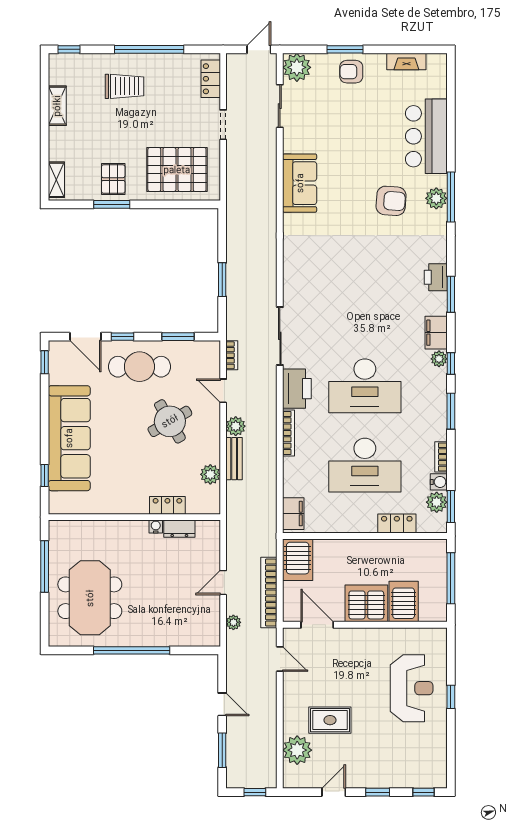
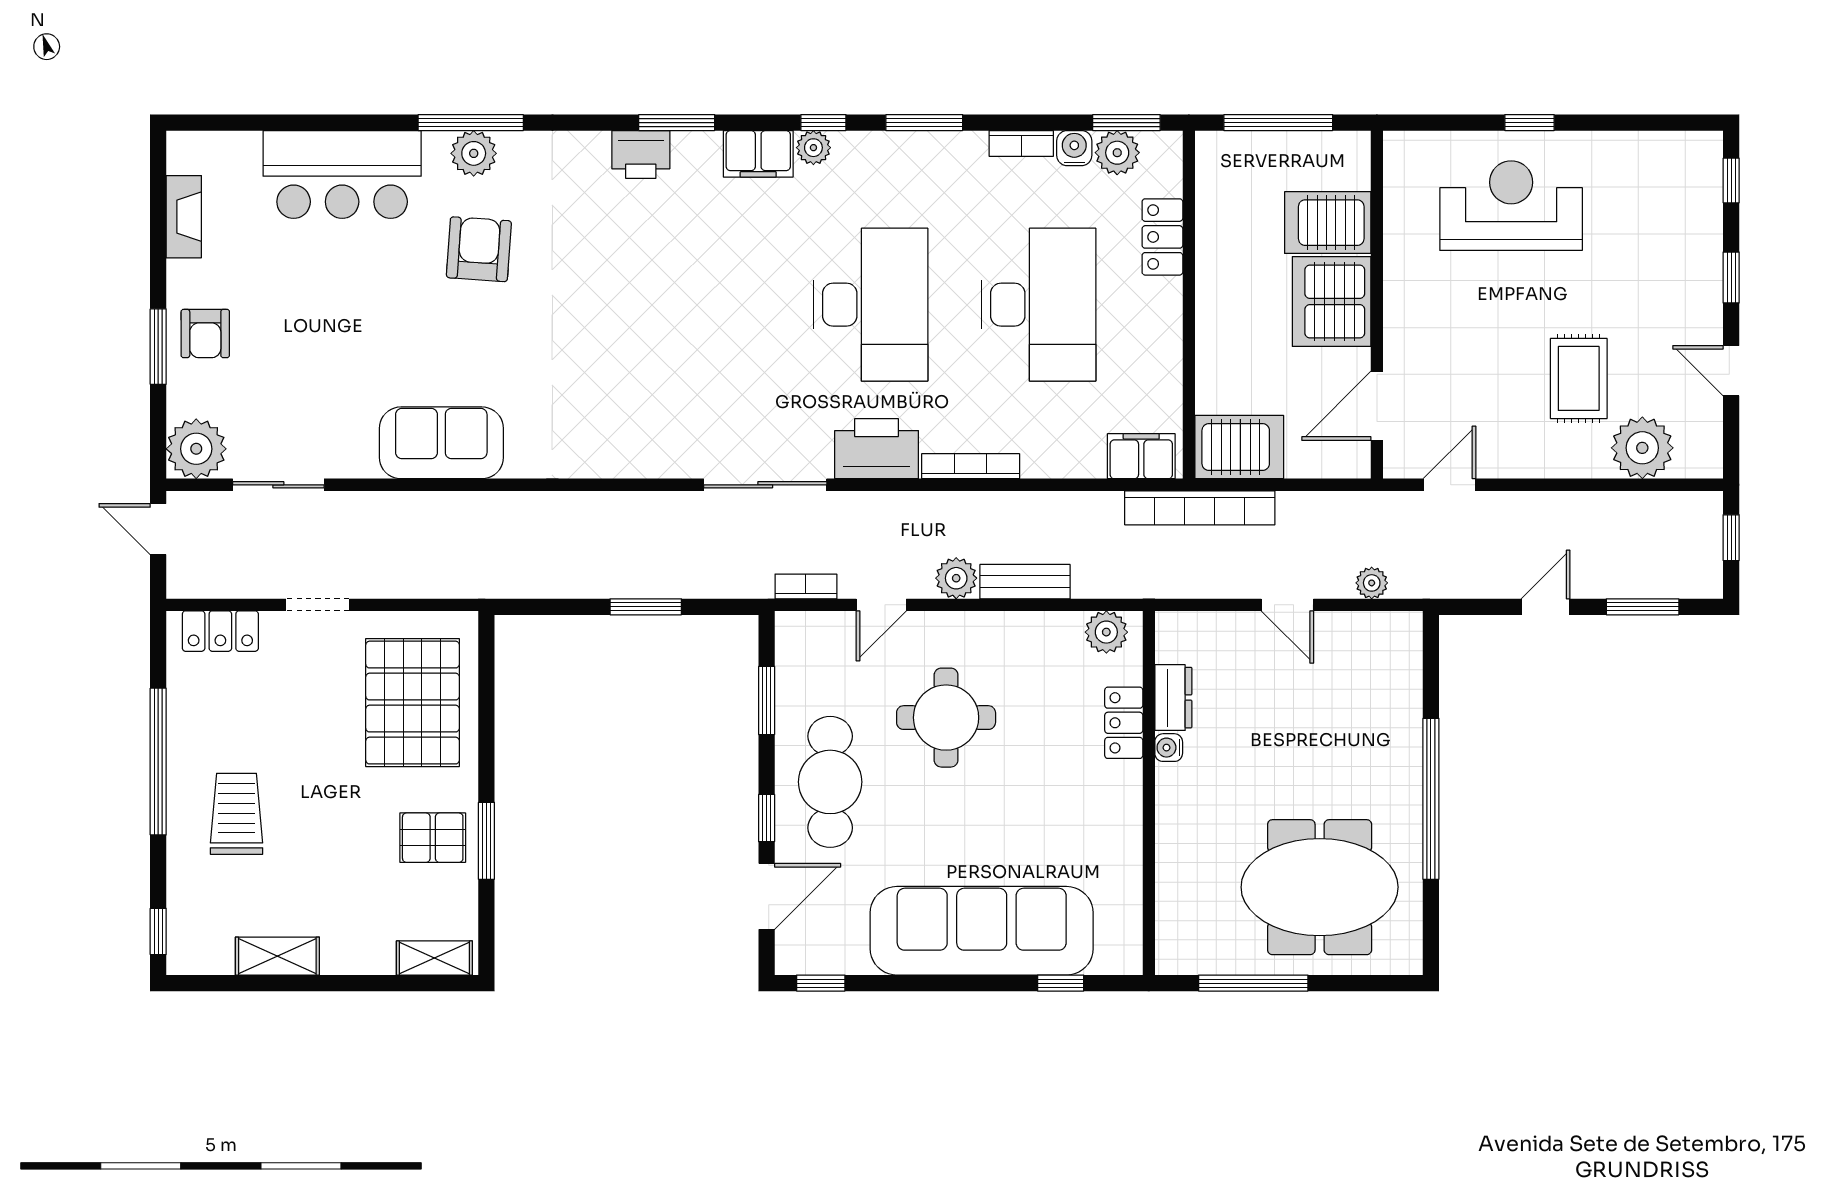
round table: (170, 421) -> (946, 718), turned 30
plant: (210, 474) -> (1106, 632), moved
bookcase: (269, 593) -> (1200, 508), moved

